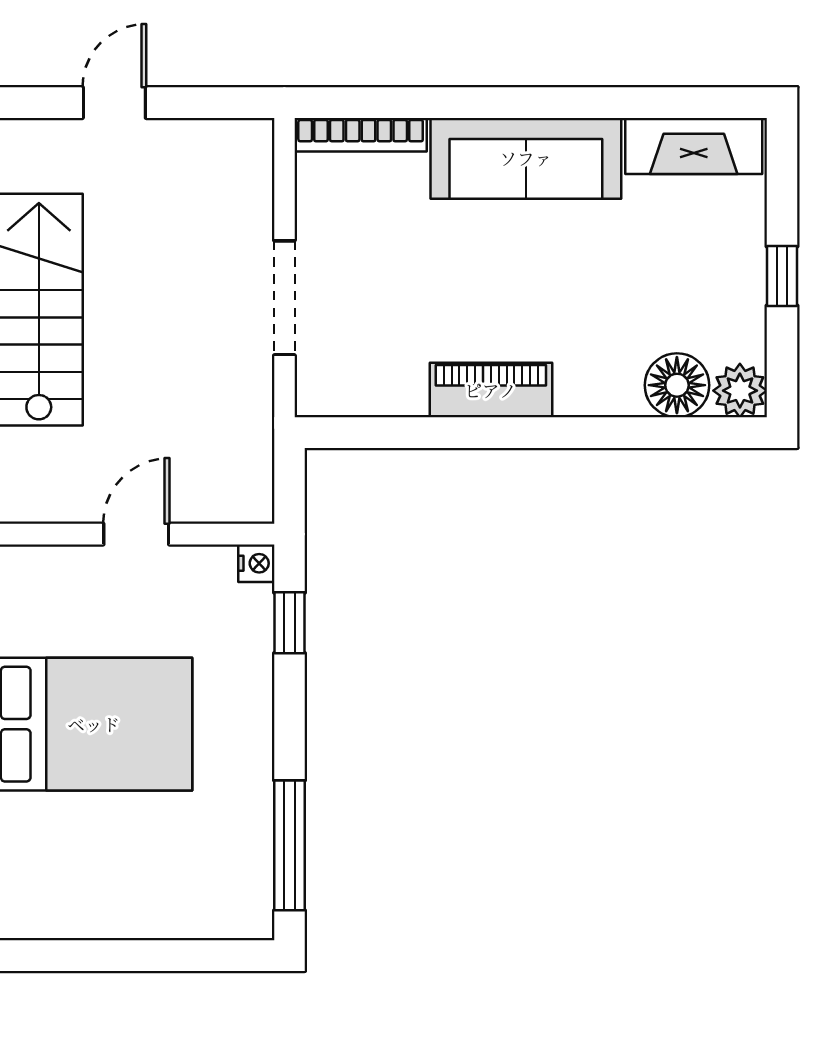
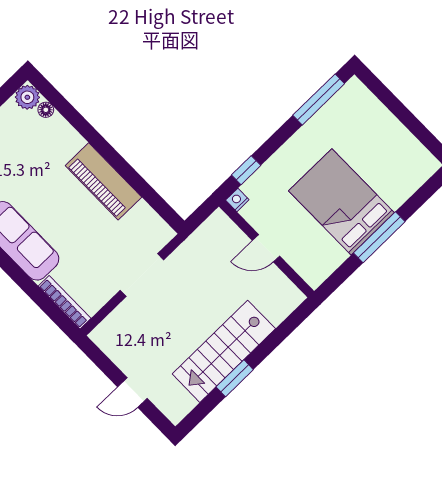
floor lamp: (677, 385) -> (46, 110), width x0.53, depth x0.53
piano: (491, 390) -> (103, 181), width x1.37, depth x1.33

